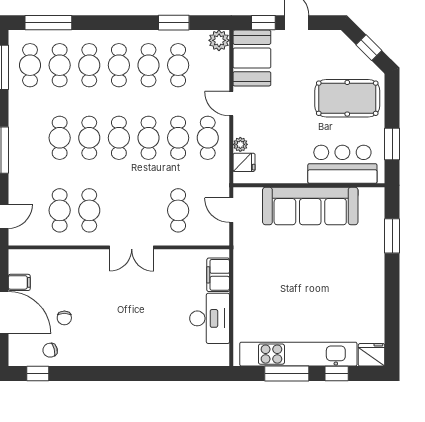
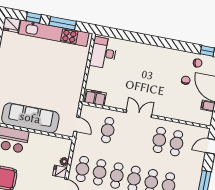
fridge: (244, 162) -> (60, 172), moved
filing cabinet: (218, 275) -> (95, 98), moved, turned -90
desk: (210, 318) -> (103, 53), moved

